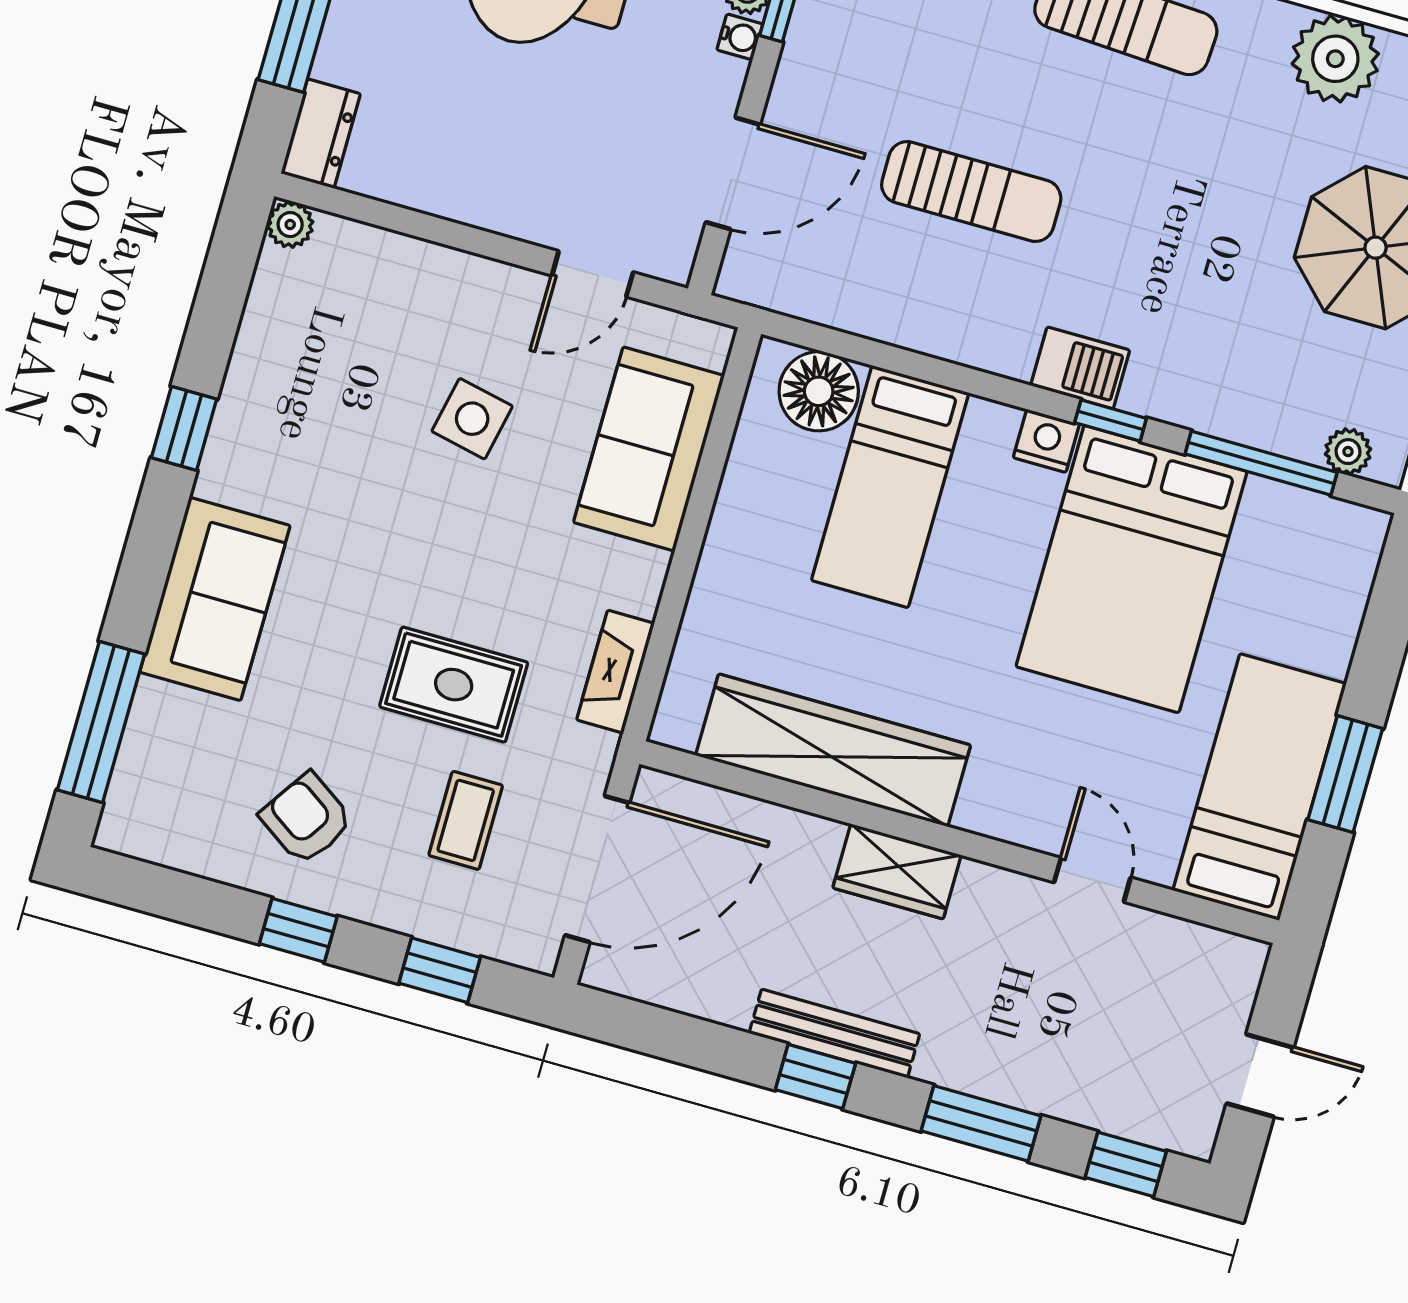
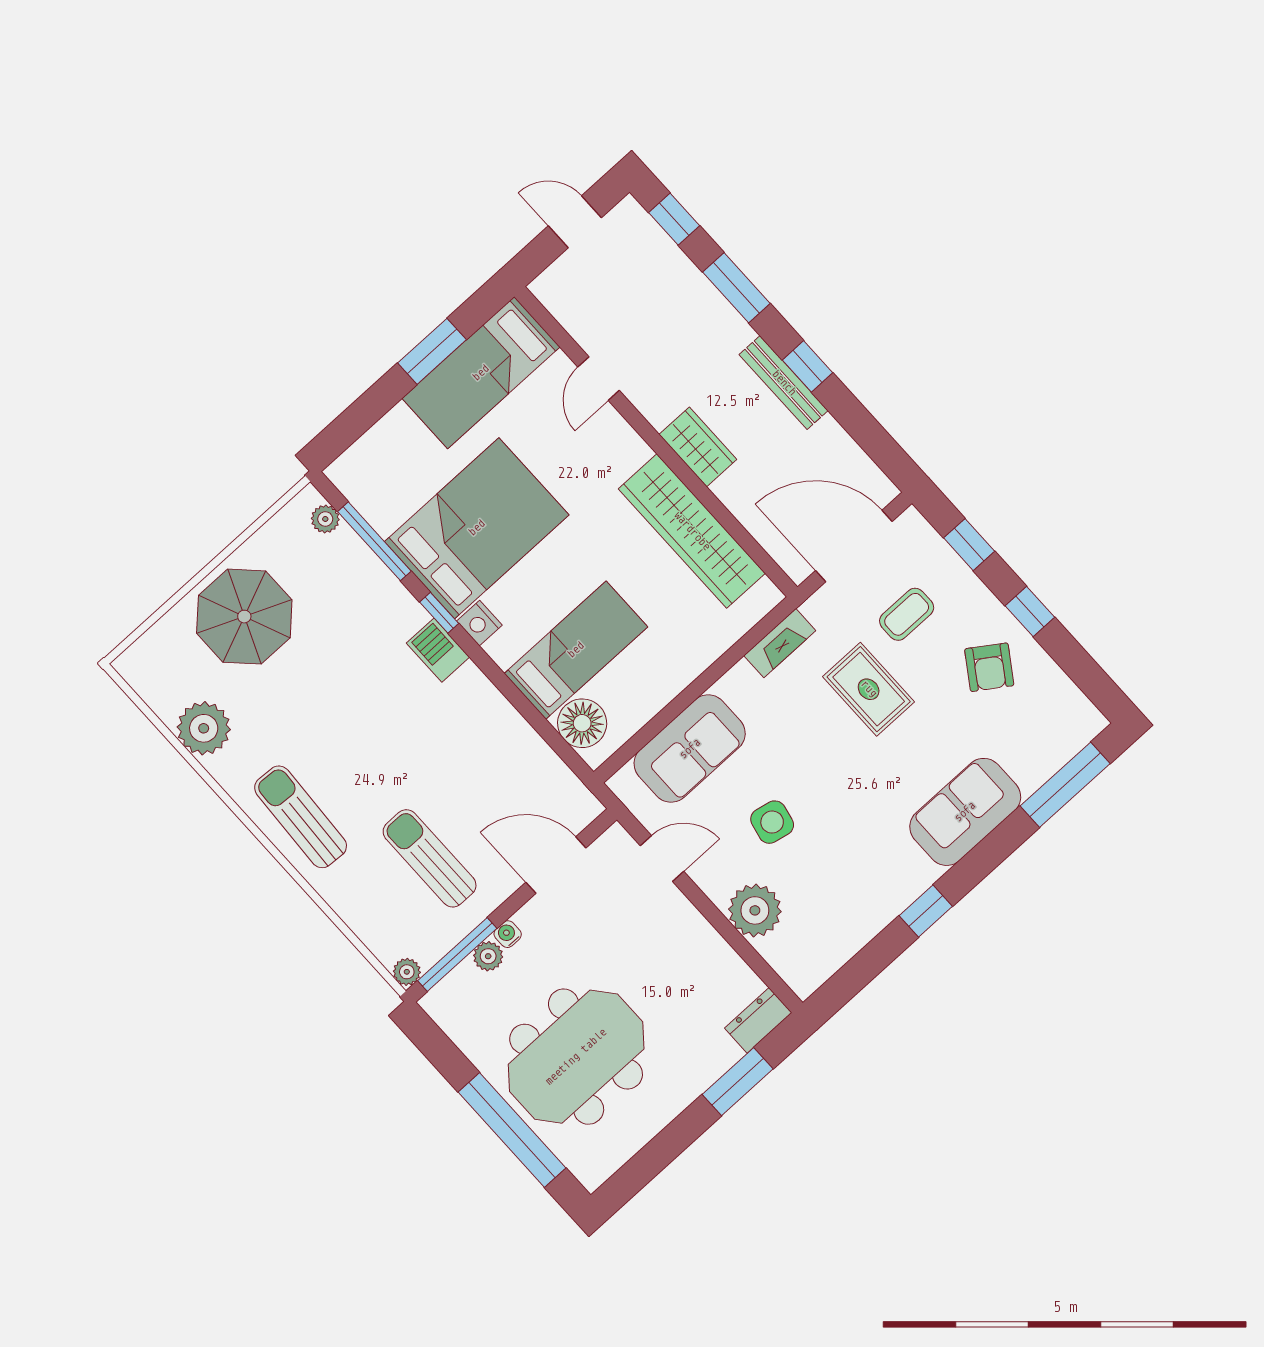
sun lounger: (971, 191) -> (430, 858), moved
plant: (290, 225) -> (755, 910), moved, width x1.88, depth x1.88

